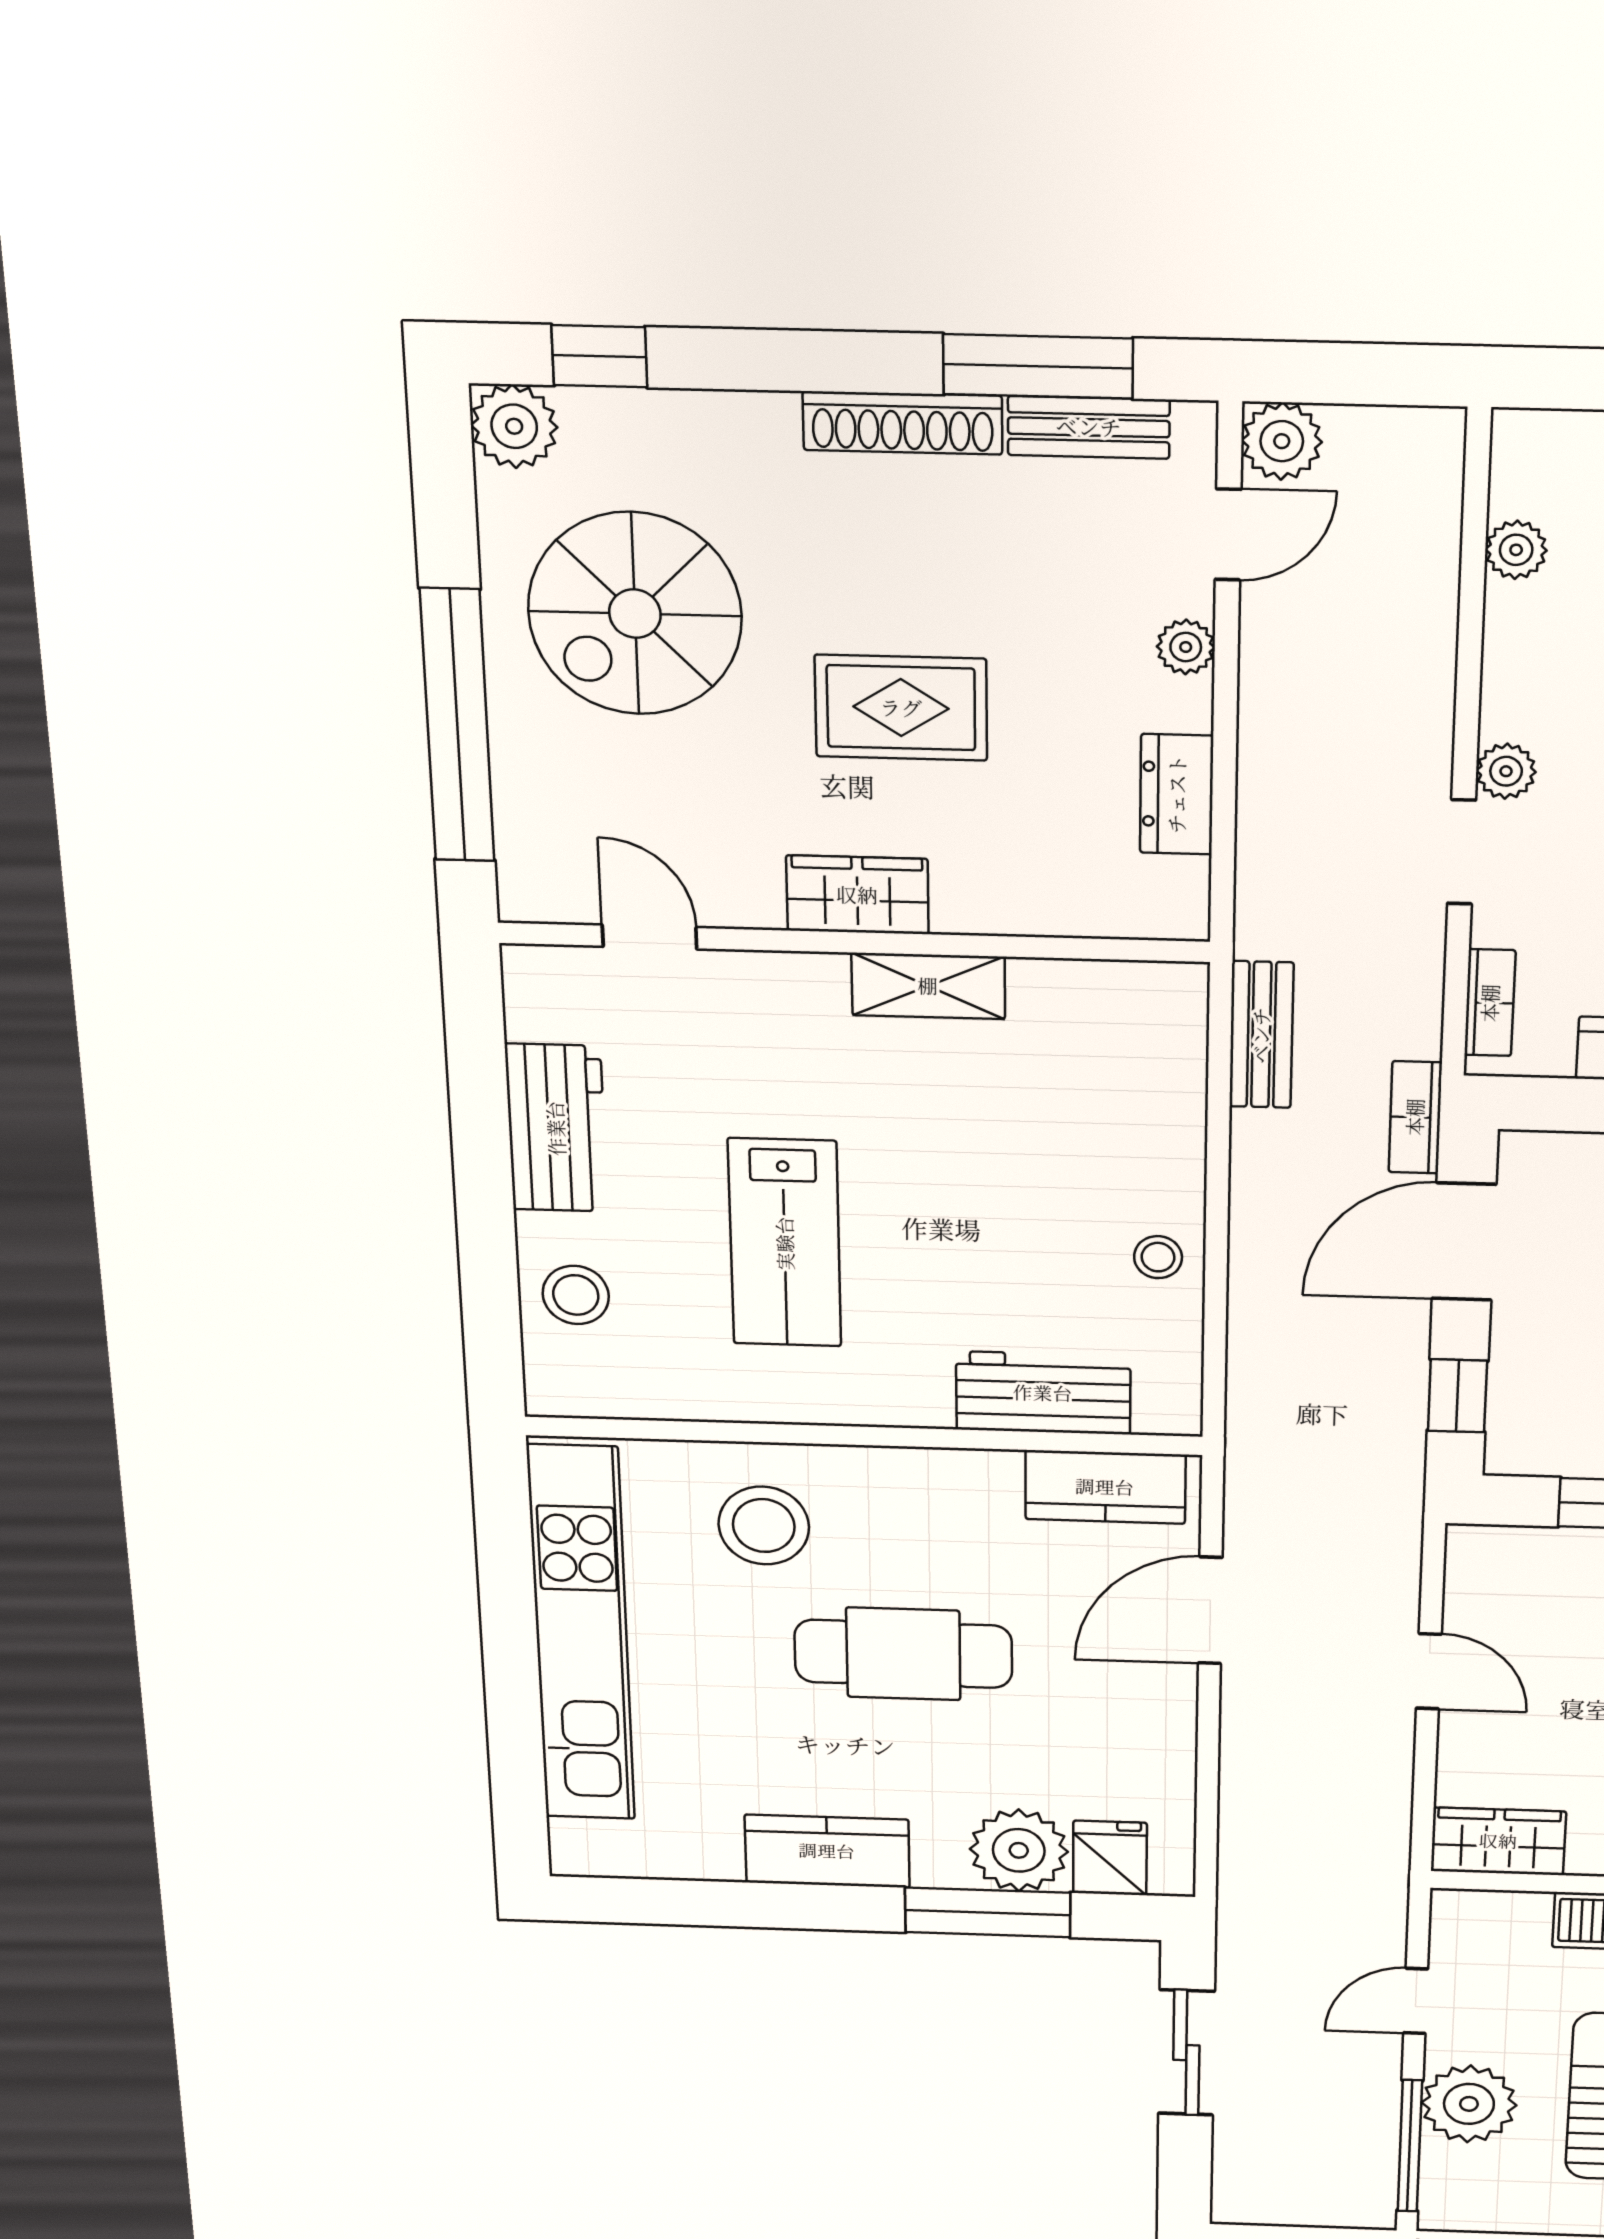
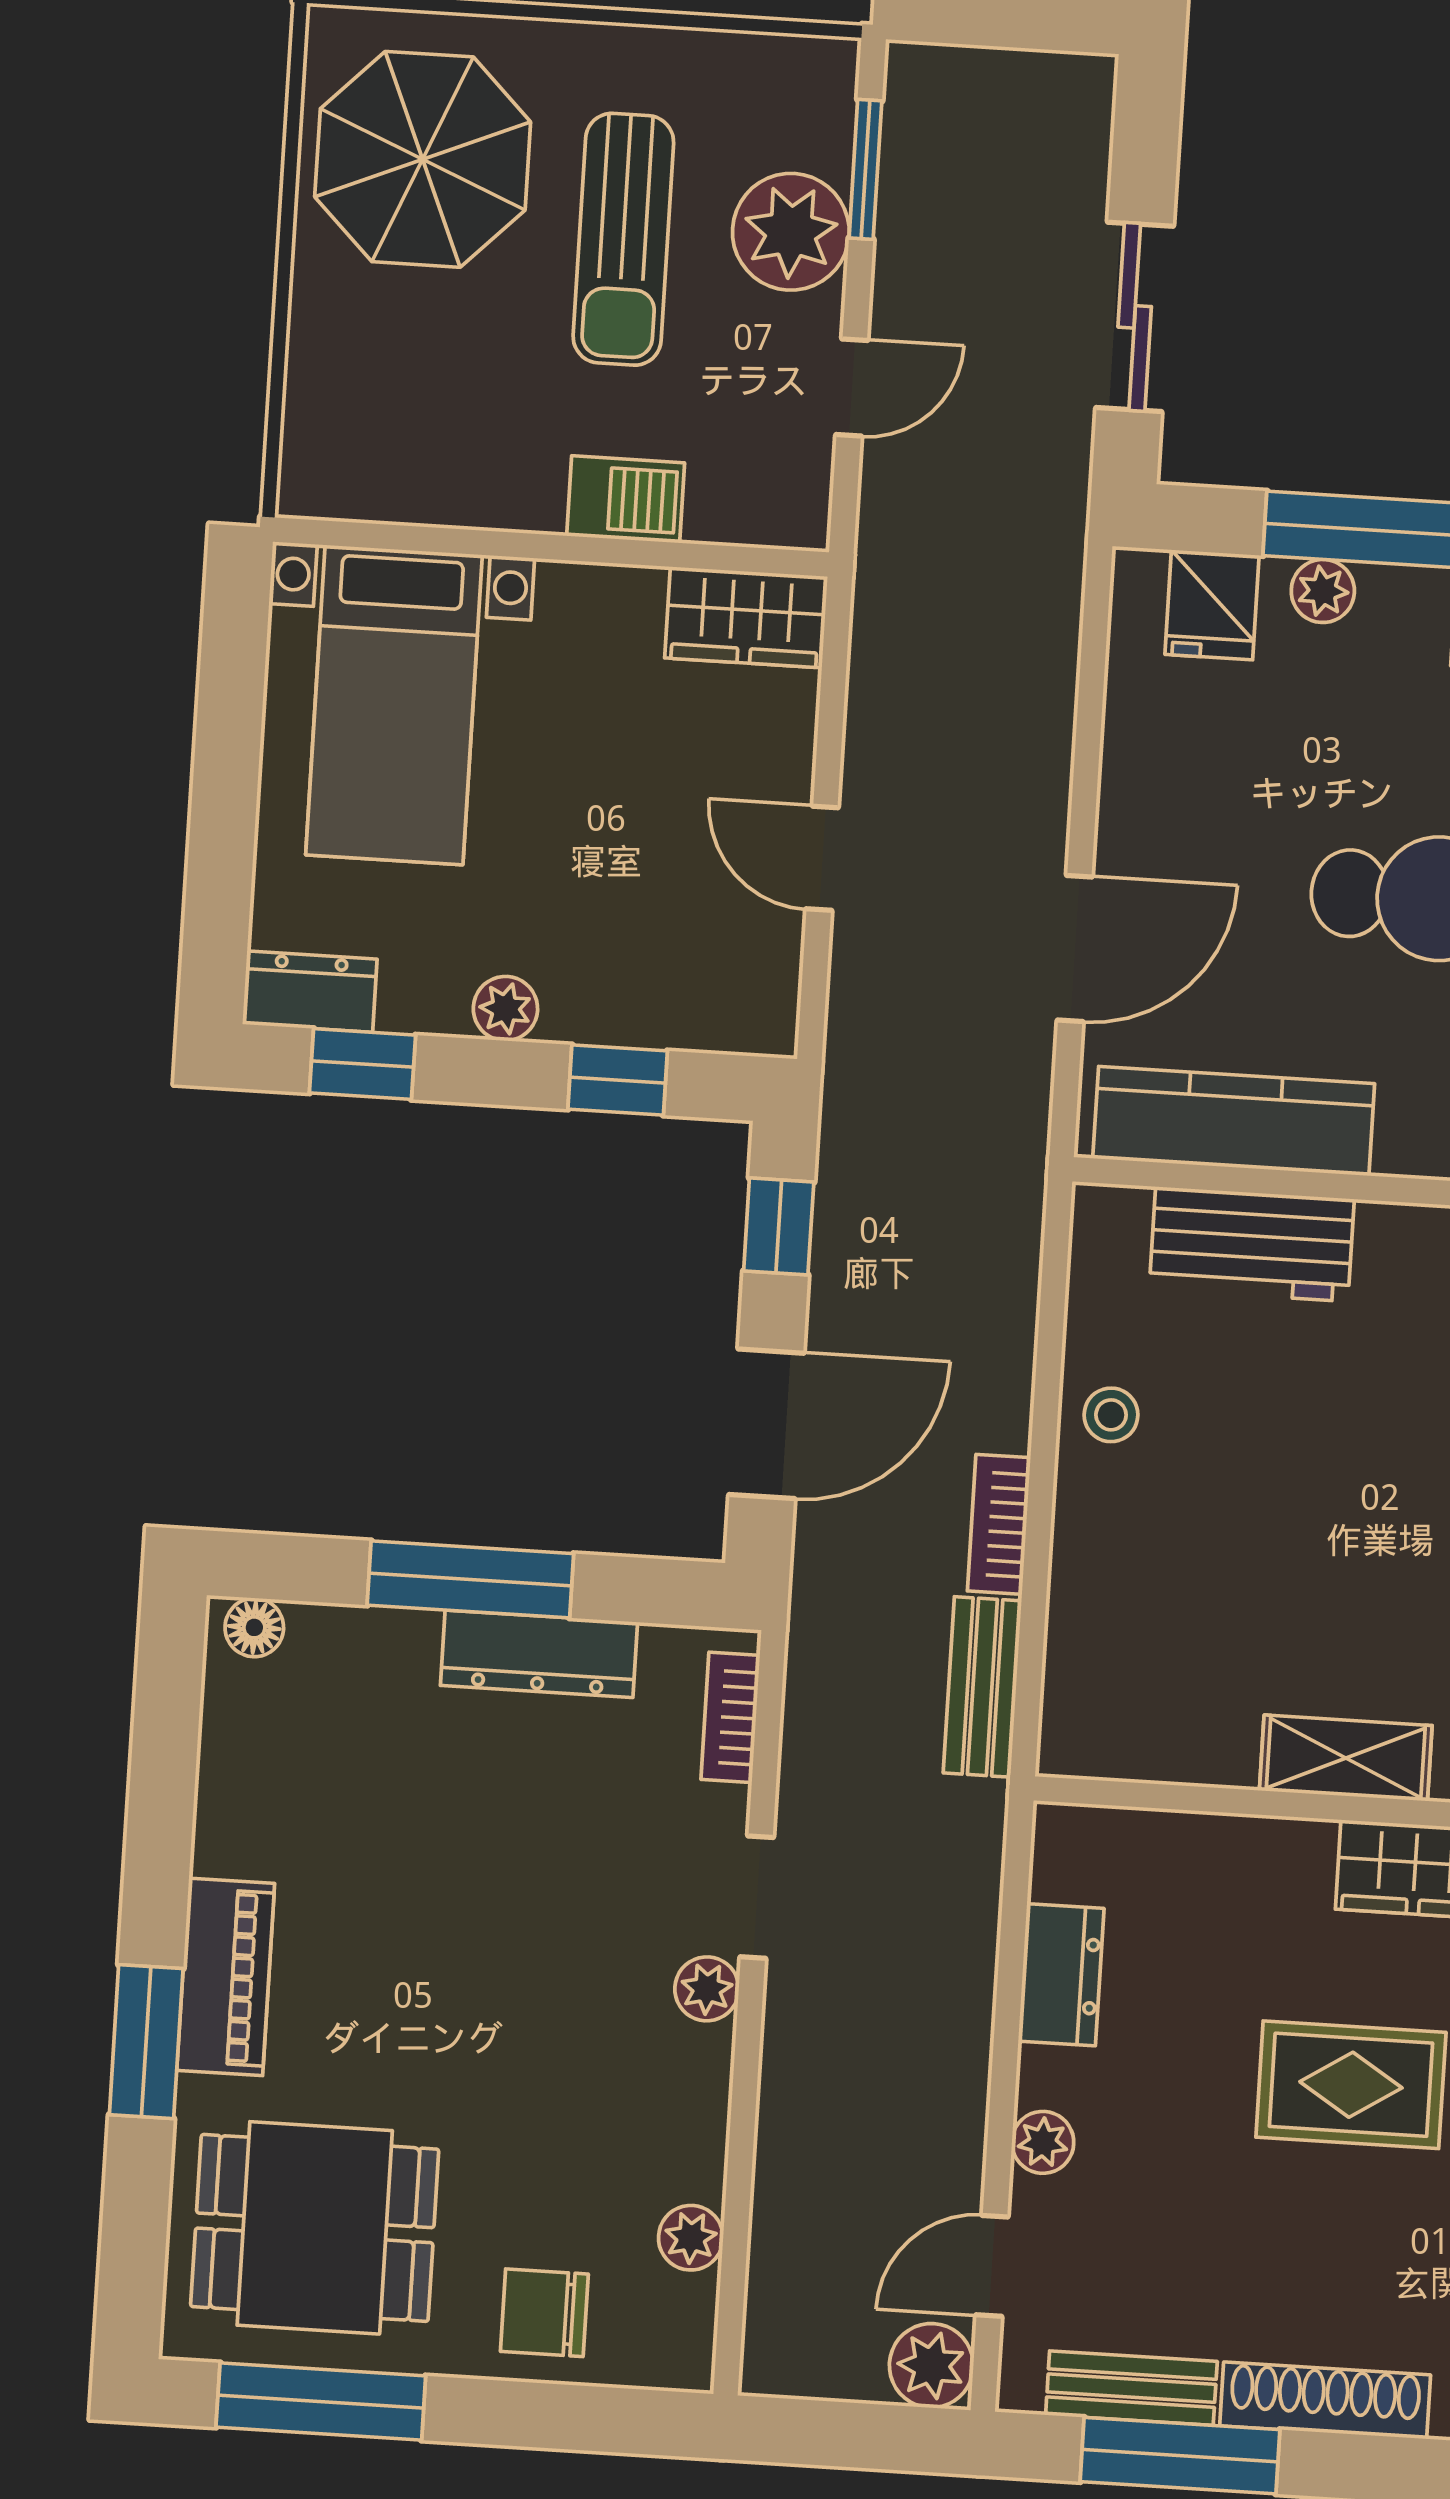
bookcase: (1415, 1117) -> (999, 1524), moved, turned 180
kitchen counter: (1105, 1487) -> (1234, 1121), width x1.50
plant: (1019, 1850) -> (1323, 591), width x0.53, depth x0.53
window: (1410, 2146) -> (865, 169), width x0.69

